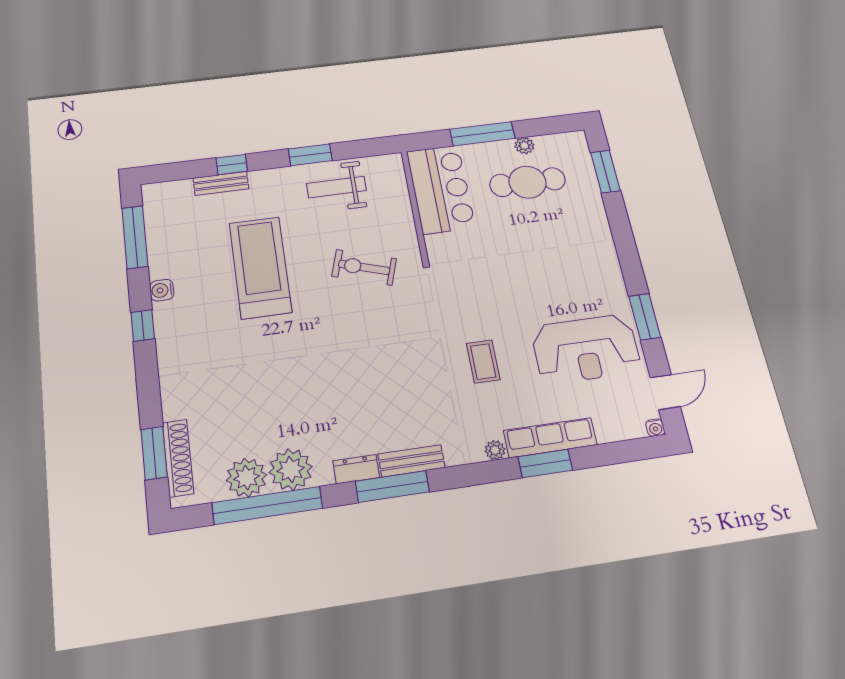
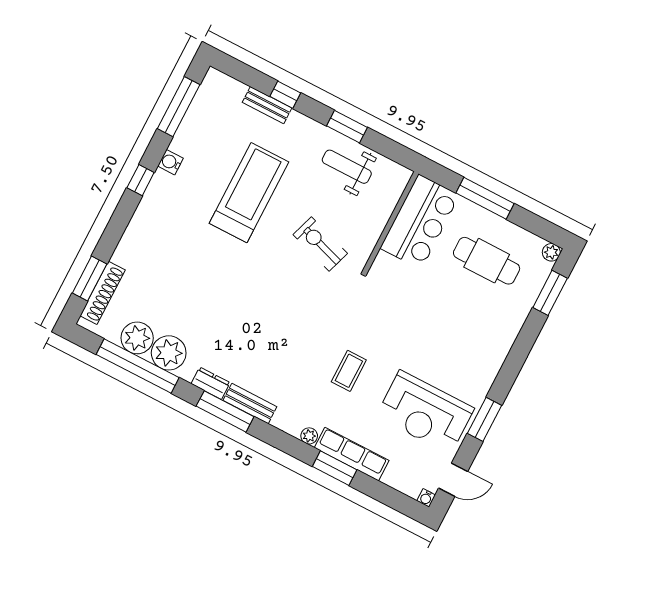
plant: (524, 146) -> (551, 252), moved

